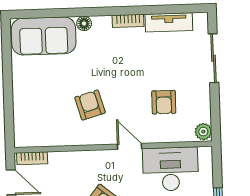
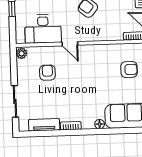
armchair: (90, 105) -> (129, 69), moved, turned -74

